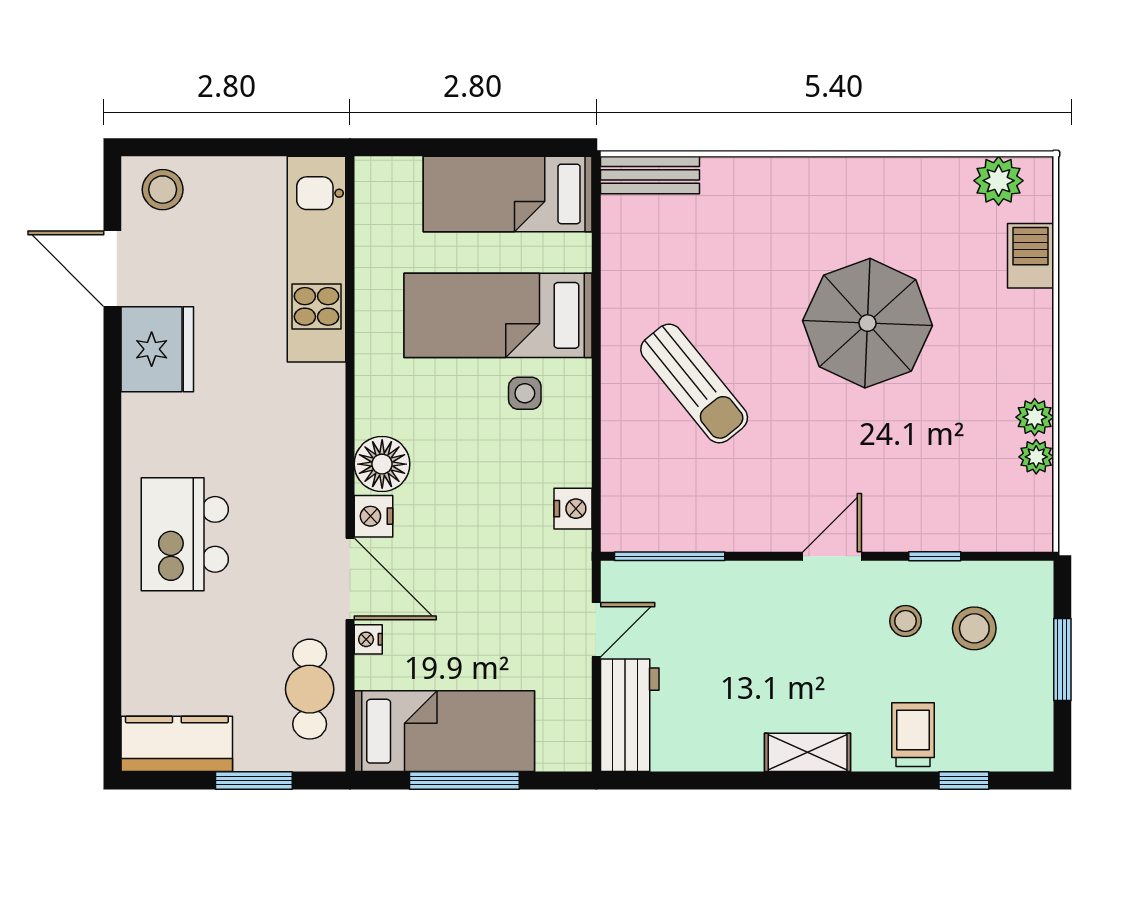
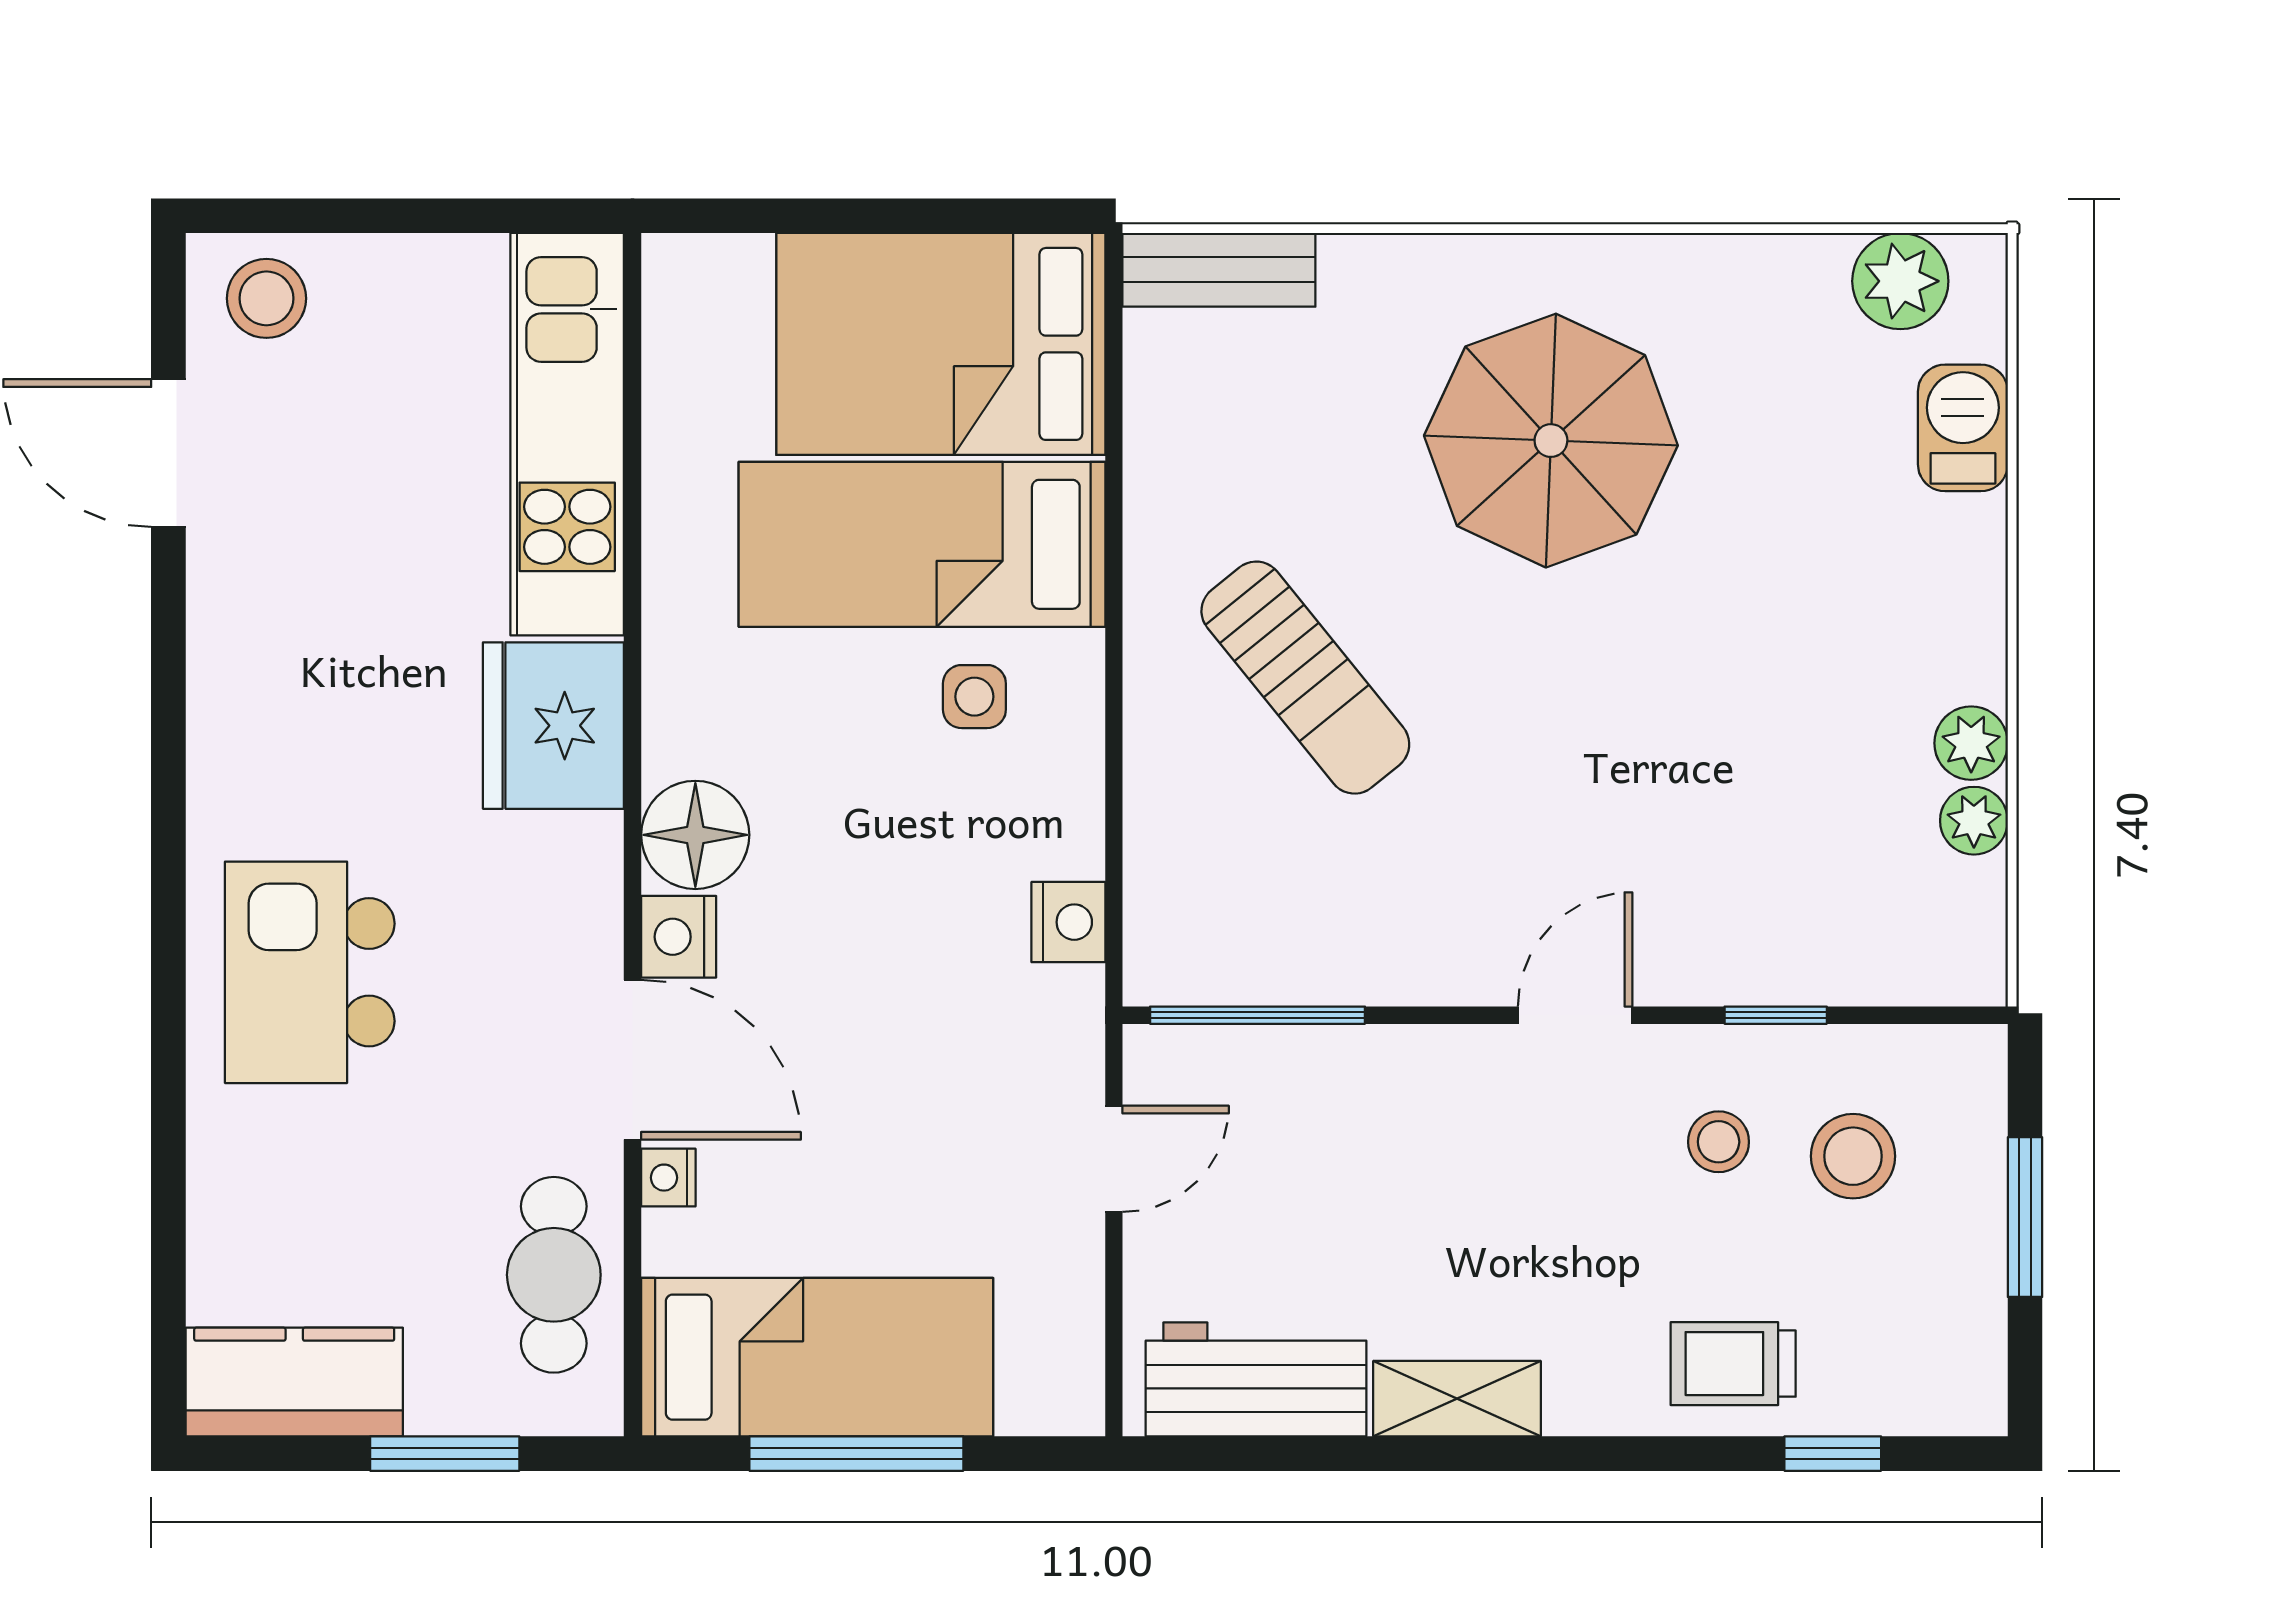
bed: (508, 194) -> (941, 344), width x1.50
parasol: (867, 323) -> (1551, 441), moved
fridge: (157, 349) -> (553, 726), moved, turned 180
workbench: (630, 715) -> (1256, 1379), moved, turned -90
trolley: (913, 735) -> (1733, 1364), turned -90
shelving: (808, 752) -> (1457, 1399), moved

